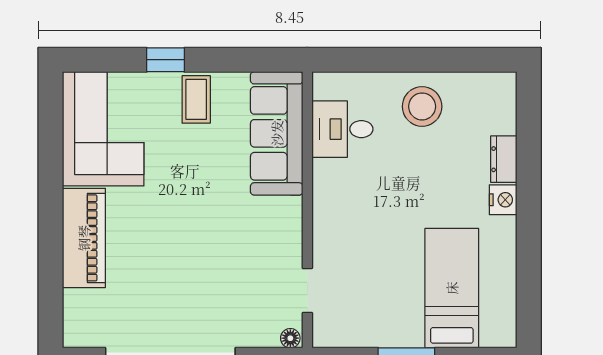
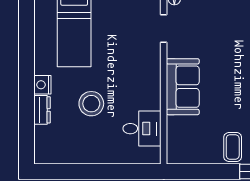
stool: (422, 106) -> (91, 104), moved
sofa: (277, 133) -> (183, 87), moved, width x0.73

